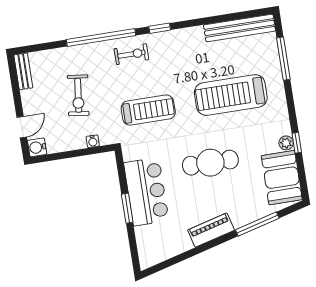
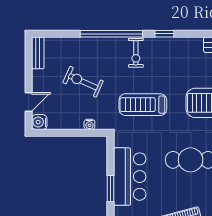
exercise bike: (131, 54) -> (136, 53), turned 90
exercise bike: (78, 95) -> (83, 82), turned 107
treadmill: (148, 110) -> (143, 105), turned 180

